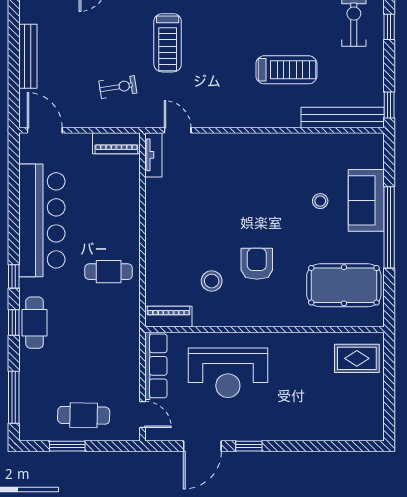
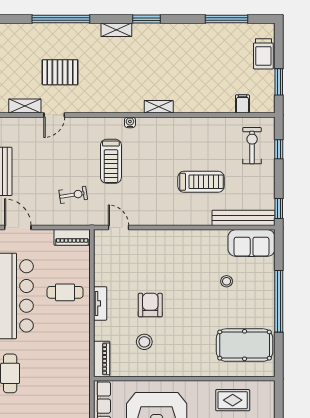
tv unit: (153, 155) -> (100, 303), moved
sofa: (366, 200) -> (252, 243), moved, turned -90
armchair: (257, 264) -> (150, 305), moved
cafe table: (109, 272) -> (65, 292), moved
piano: (168, 317) -> (102, 359), moved, turned 90
rug: (357, 358) -> (233, 400), moved

